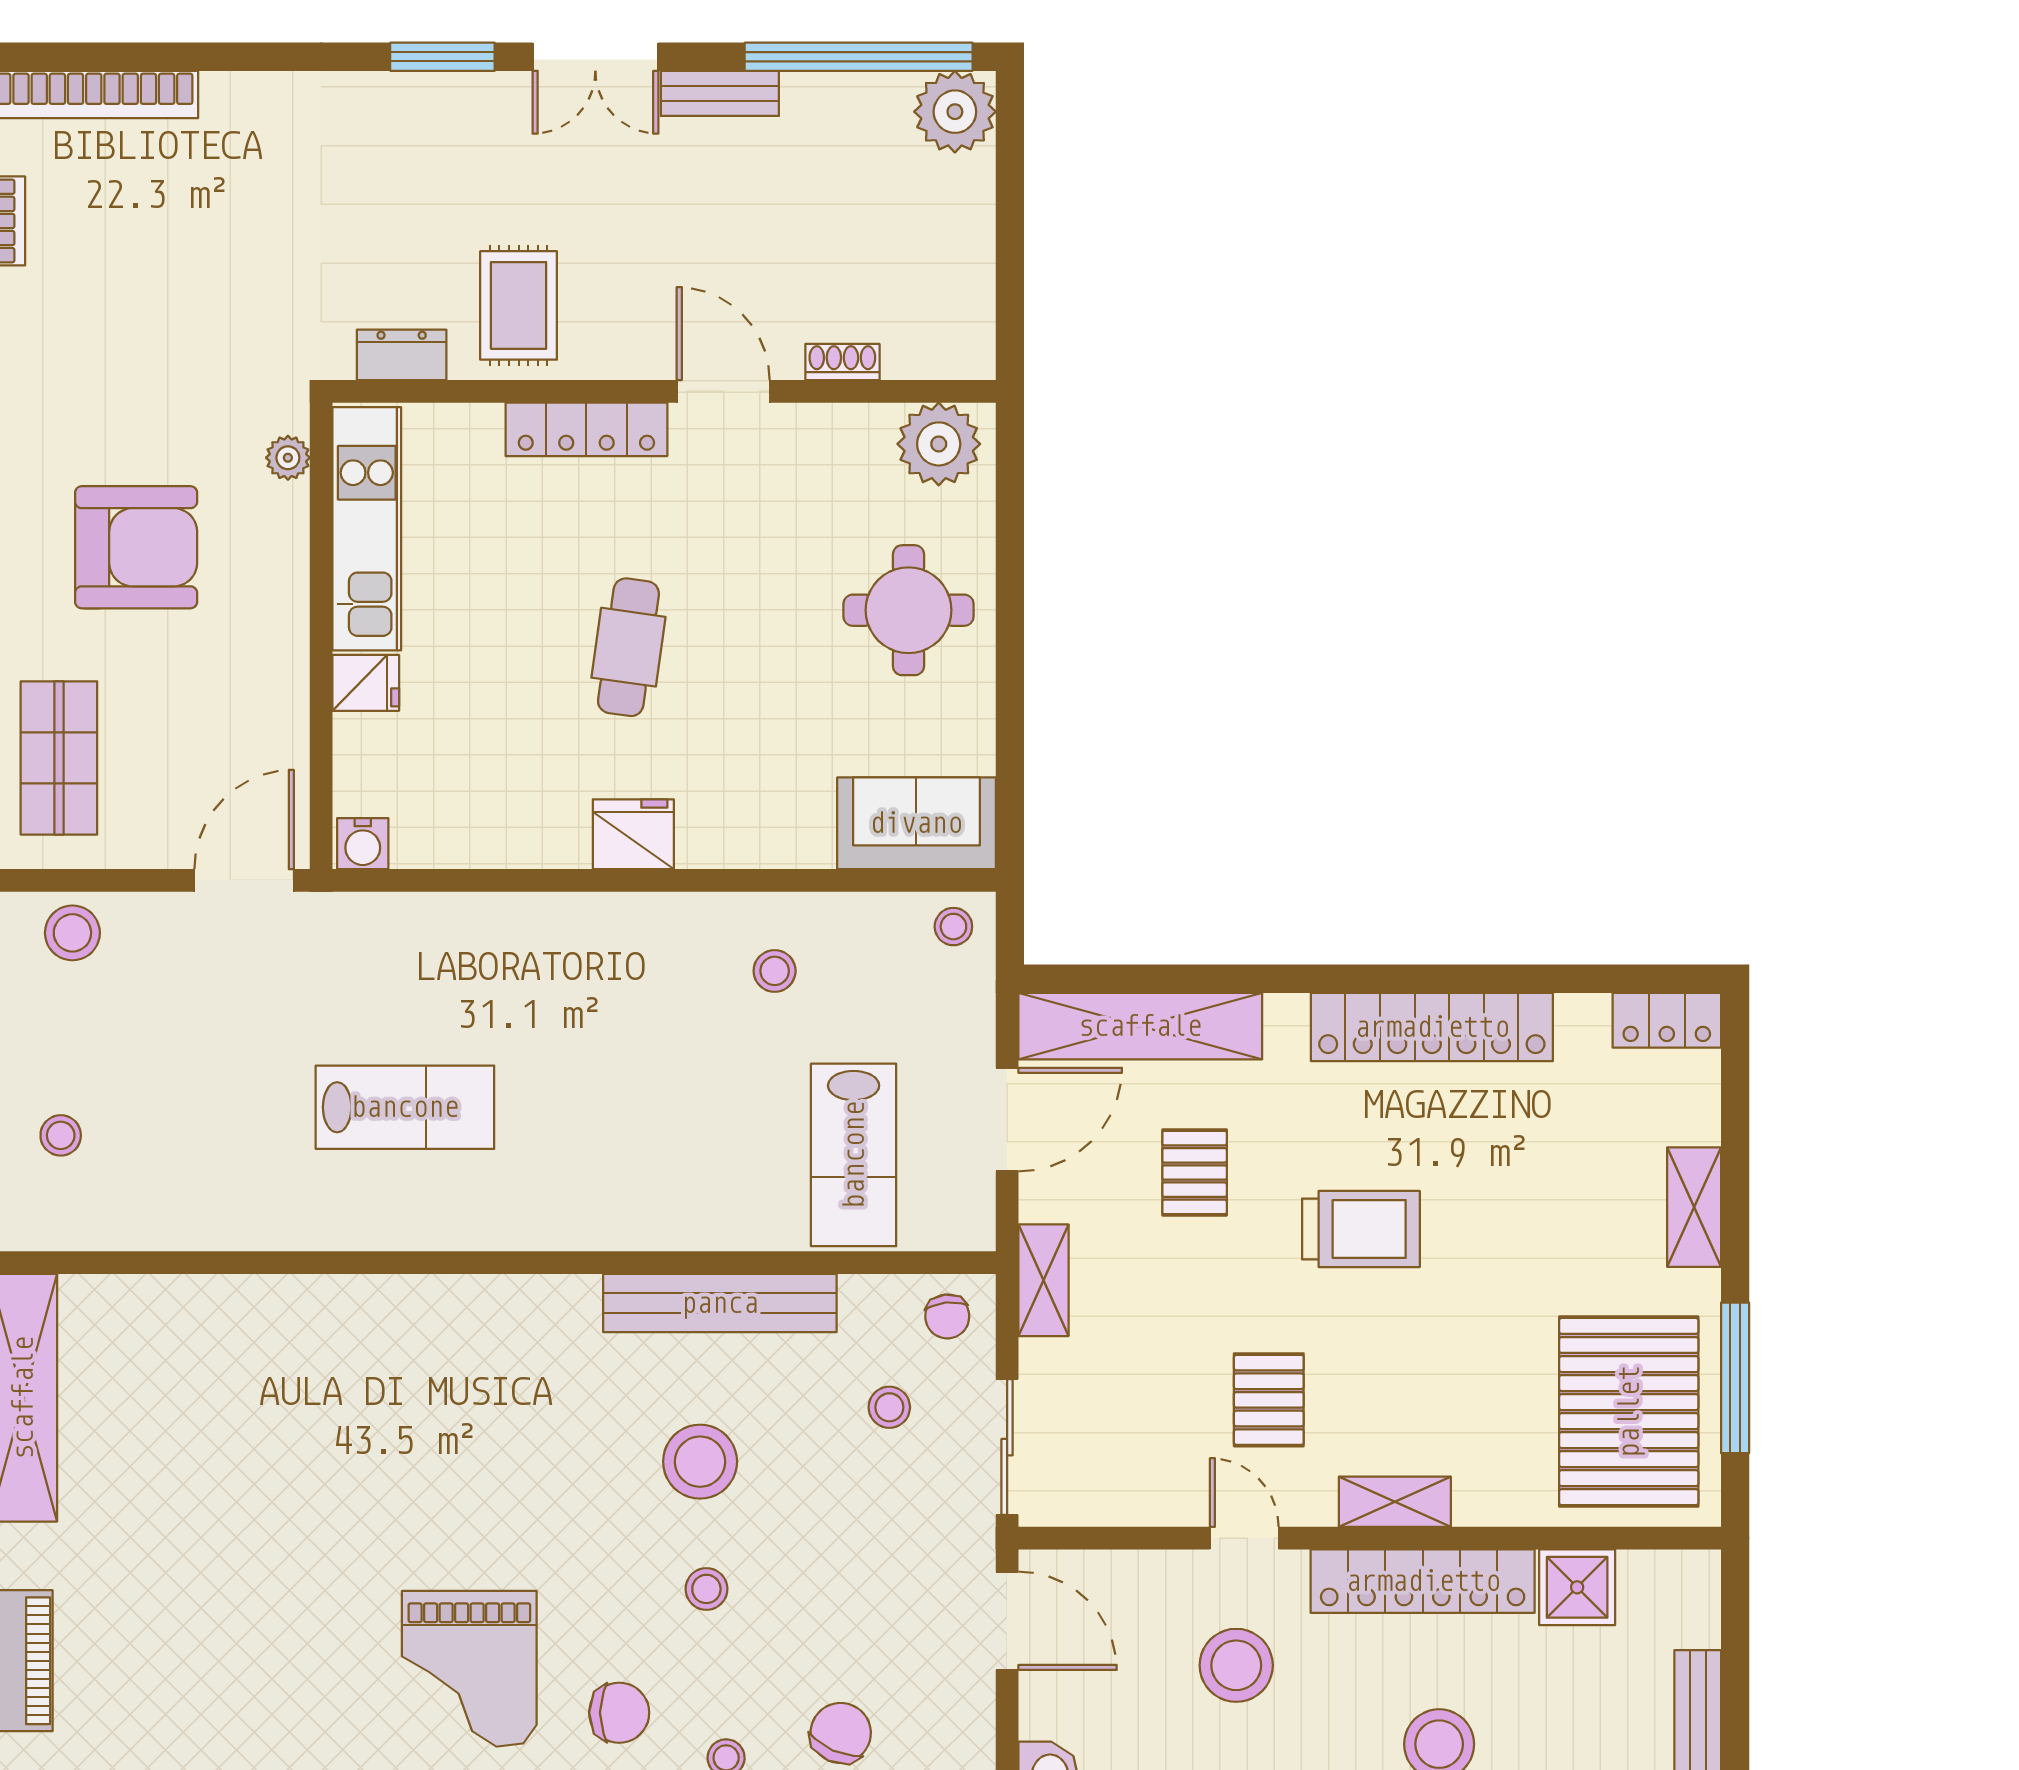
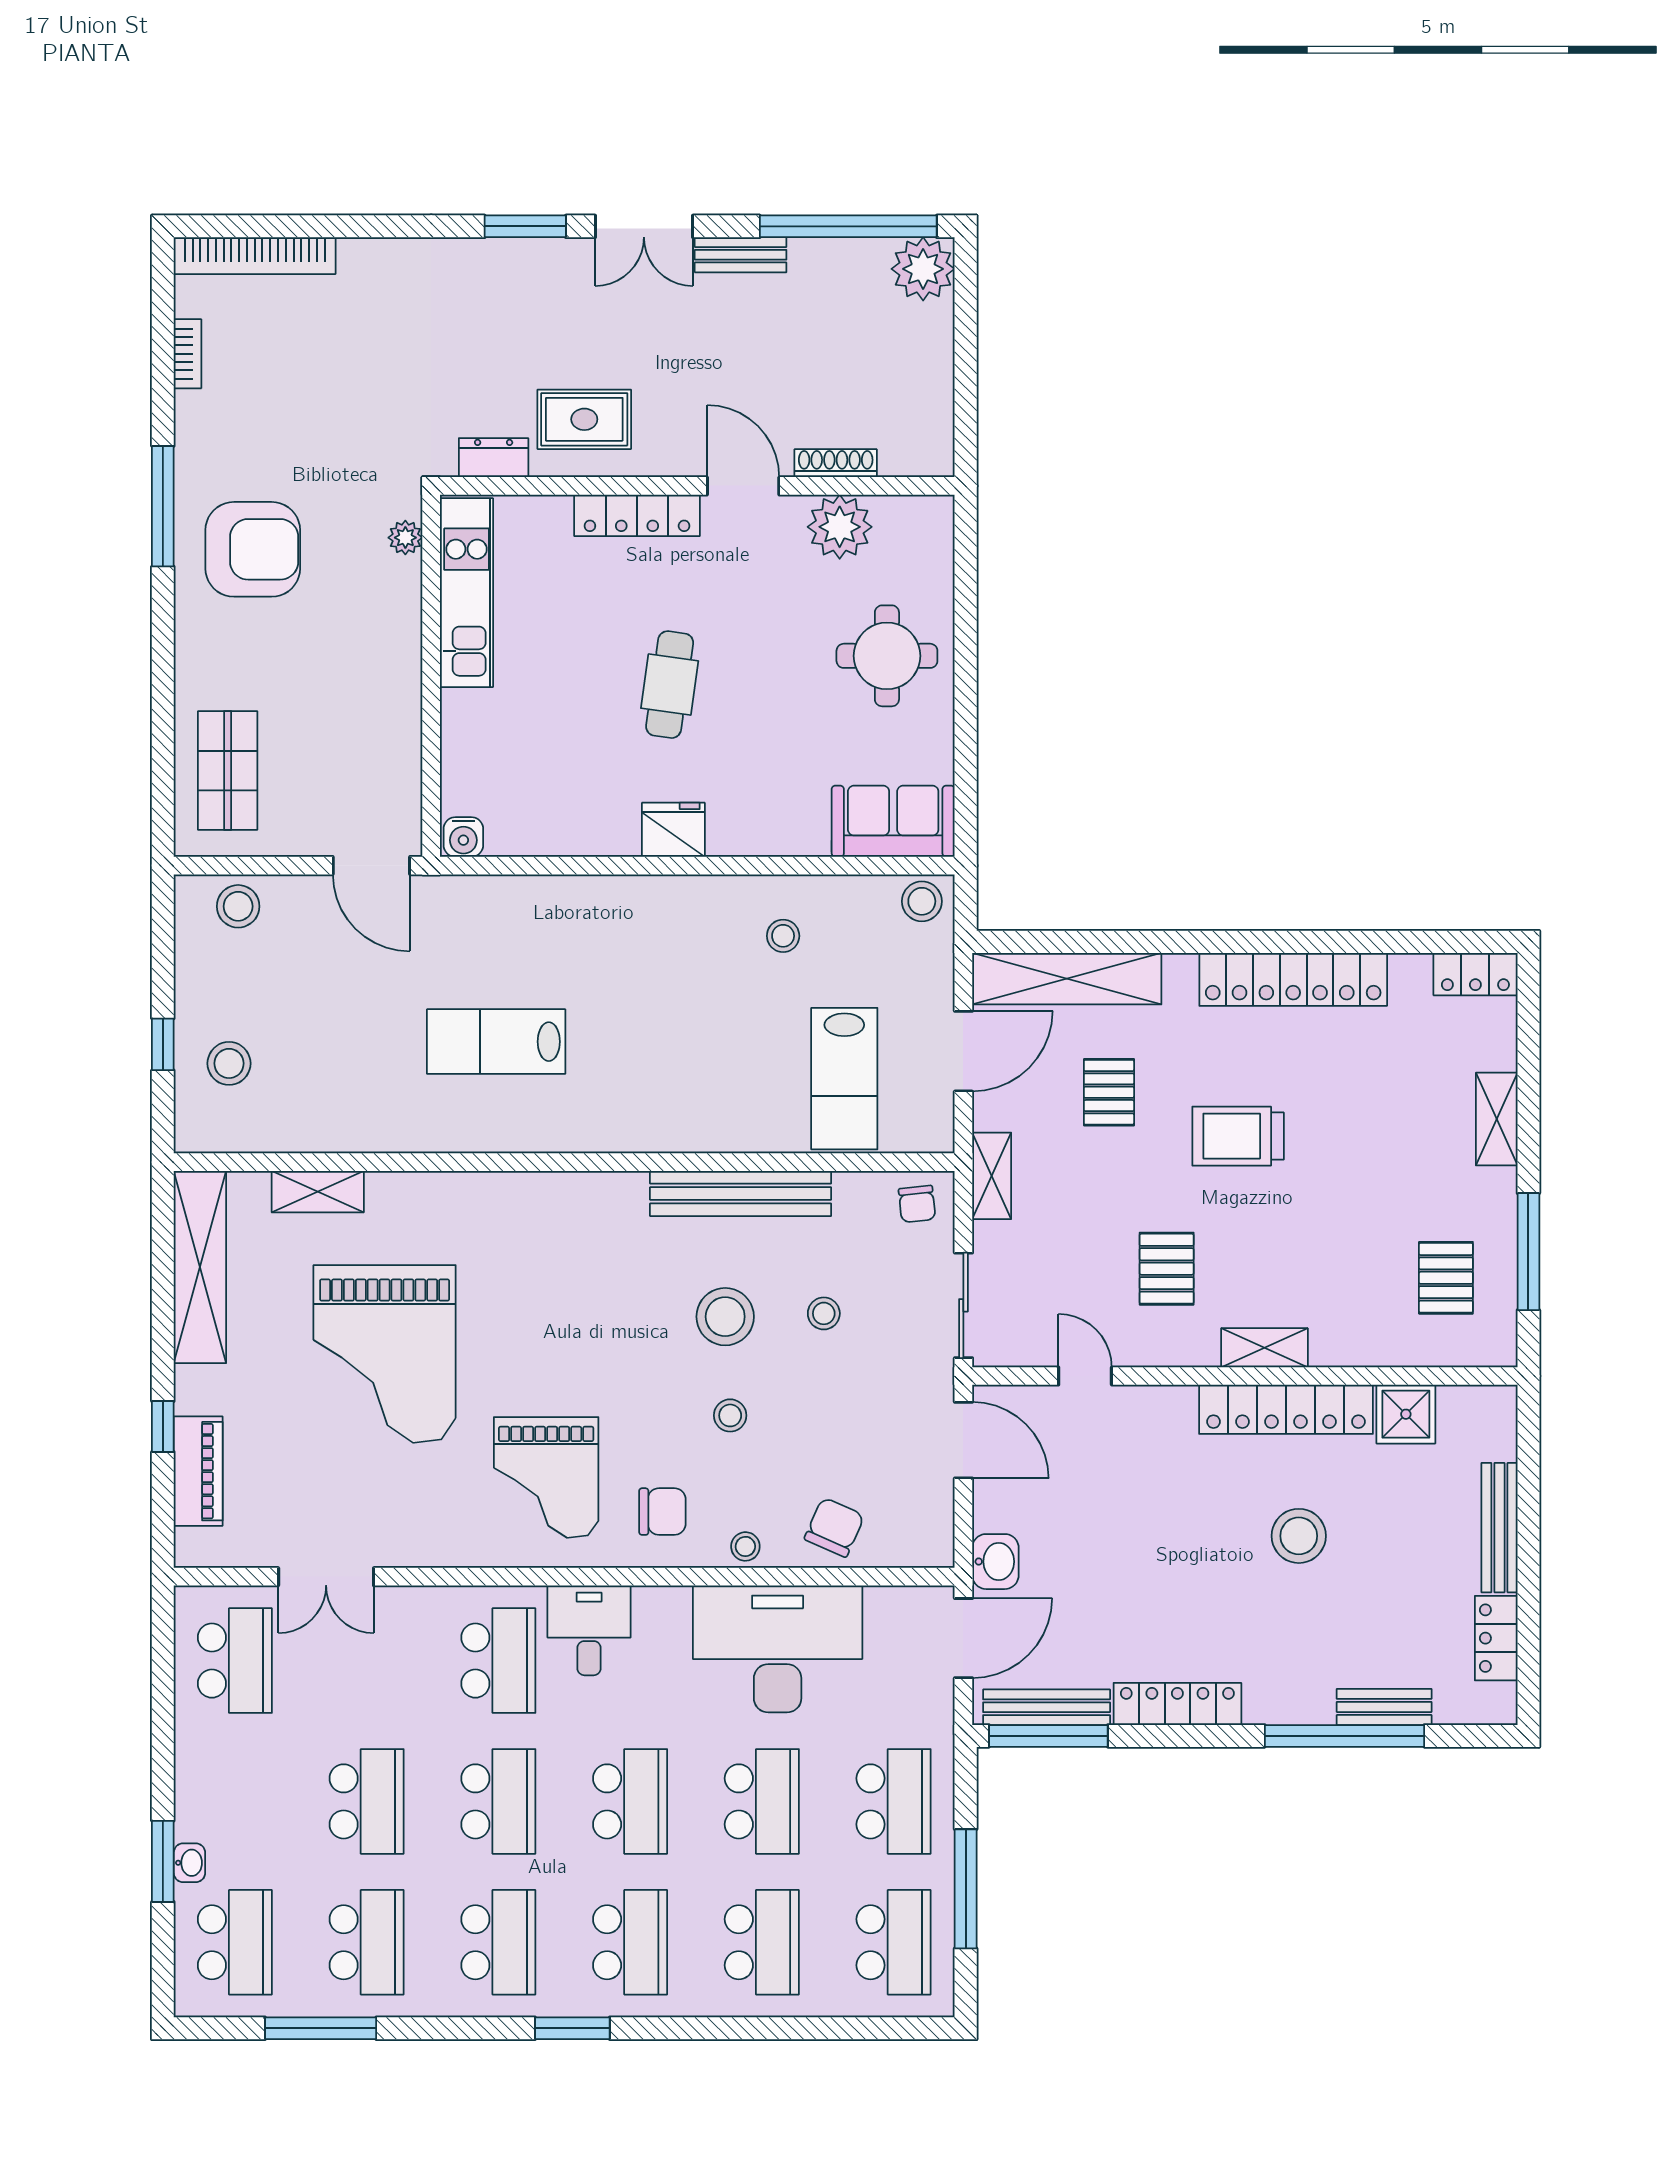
rug: (519, 305) -> (584, 419), turned 90
shoe rack: (842, 362) -> (836, 463), width x1.43
plant: (939, 444) -> (840, 527), moved
armchair: (136, 547) -> (253, 549), moved
fridge: (366, 683) -> (466, 712), removed
door: (244, 880) -> (371, 866), swing flipped
stool: (953, 927) -> (922, 901), width x1.37, depth x1.37
lab bench: (405, 1107) -> (496, 1042), turned 180
stool: (61, 1135) -> (229, 1063), width x1.37, depth x1.37
trolley: (1361, 1229) -> (1238, 1136), turned 180
shelving: (175, 1301) -> (318, 1192), added
stool: (889, 1407) -> (824, 1313), moved
pallet: (1629, 1412) -> (1446, 1278), width x0.49, depth x0.50
grand piano: (261, 1510) -> (385, 1354), added
door: (1244, 1538) -> (1085, 1376), moved
stool: (1236, 1665) -> (1141, 1475), removed

